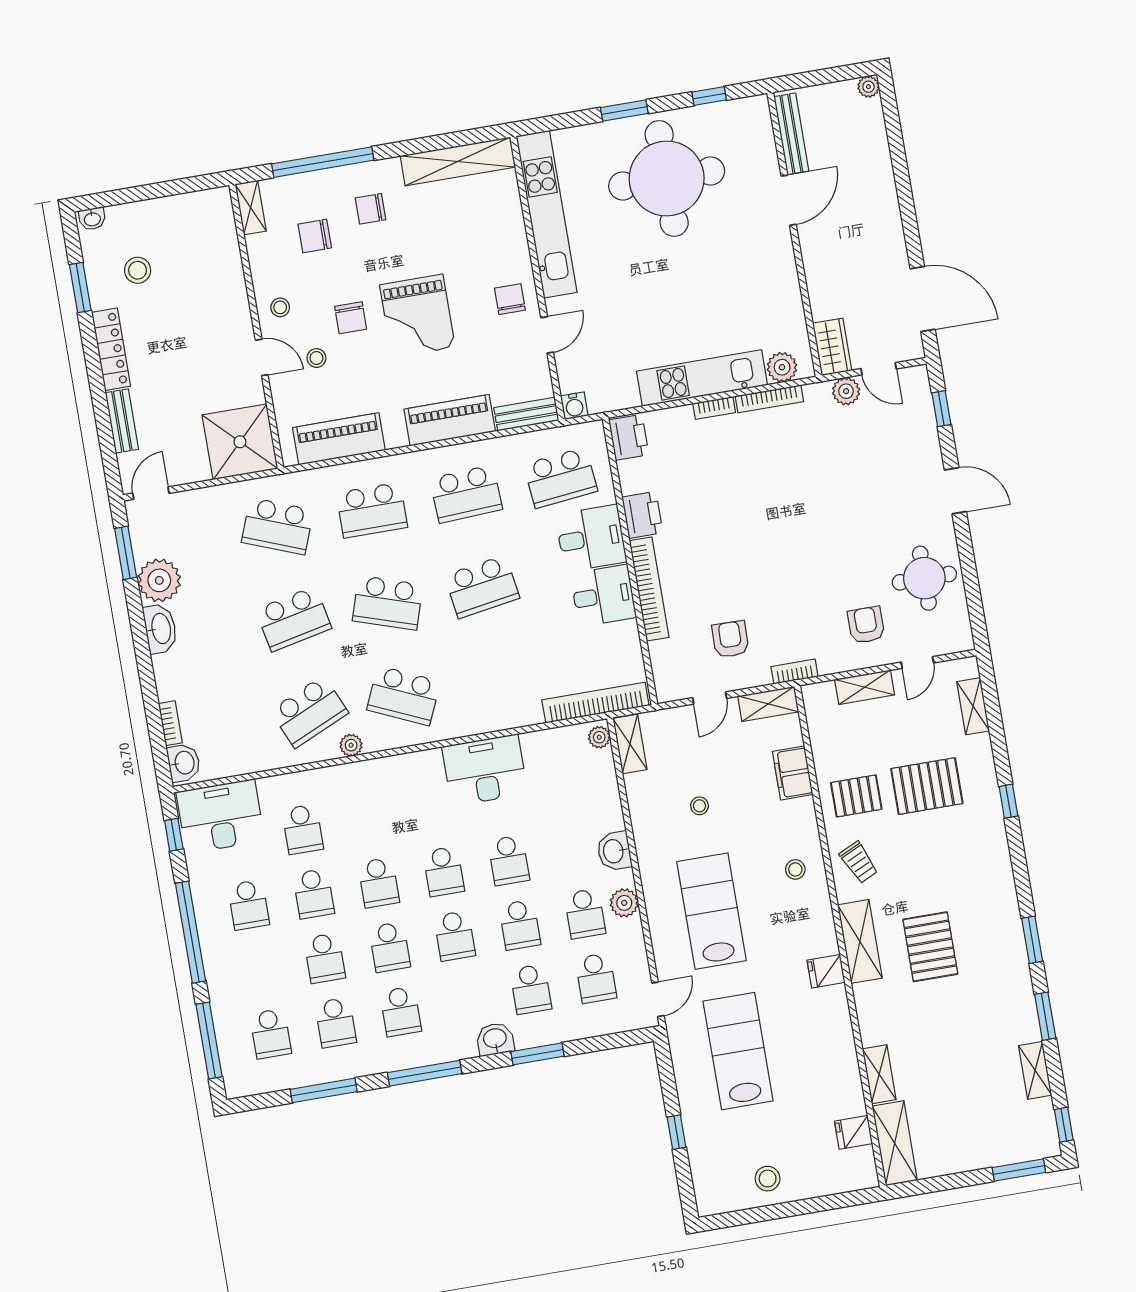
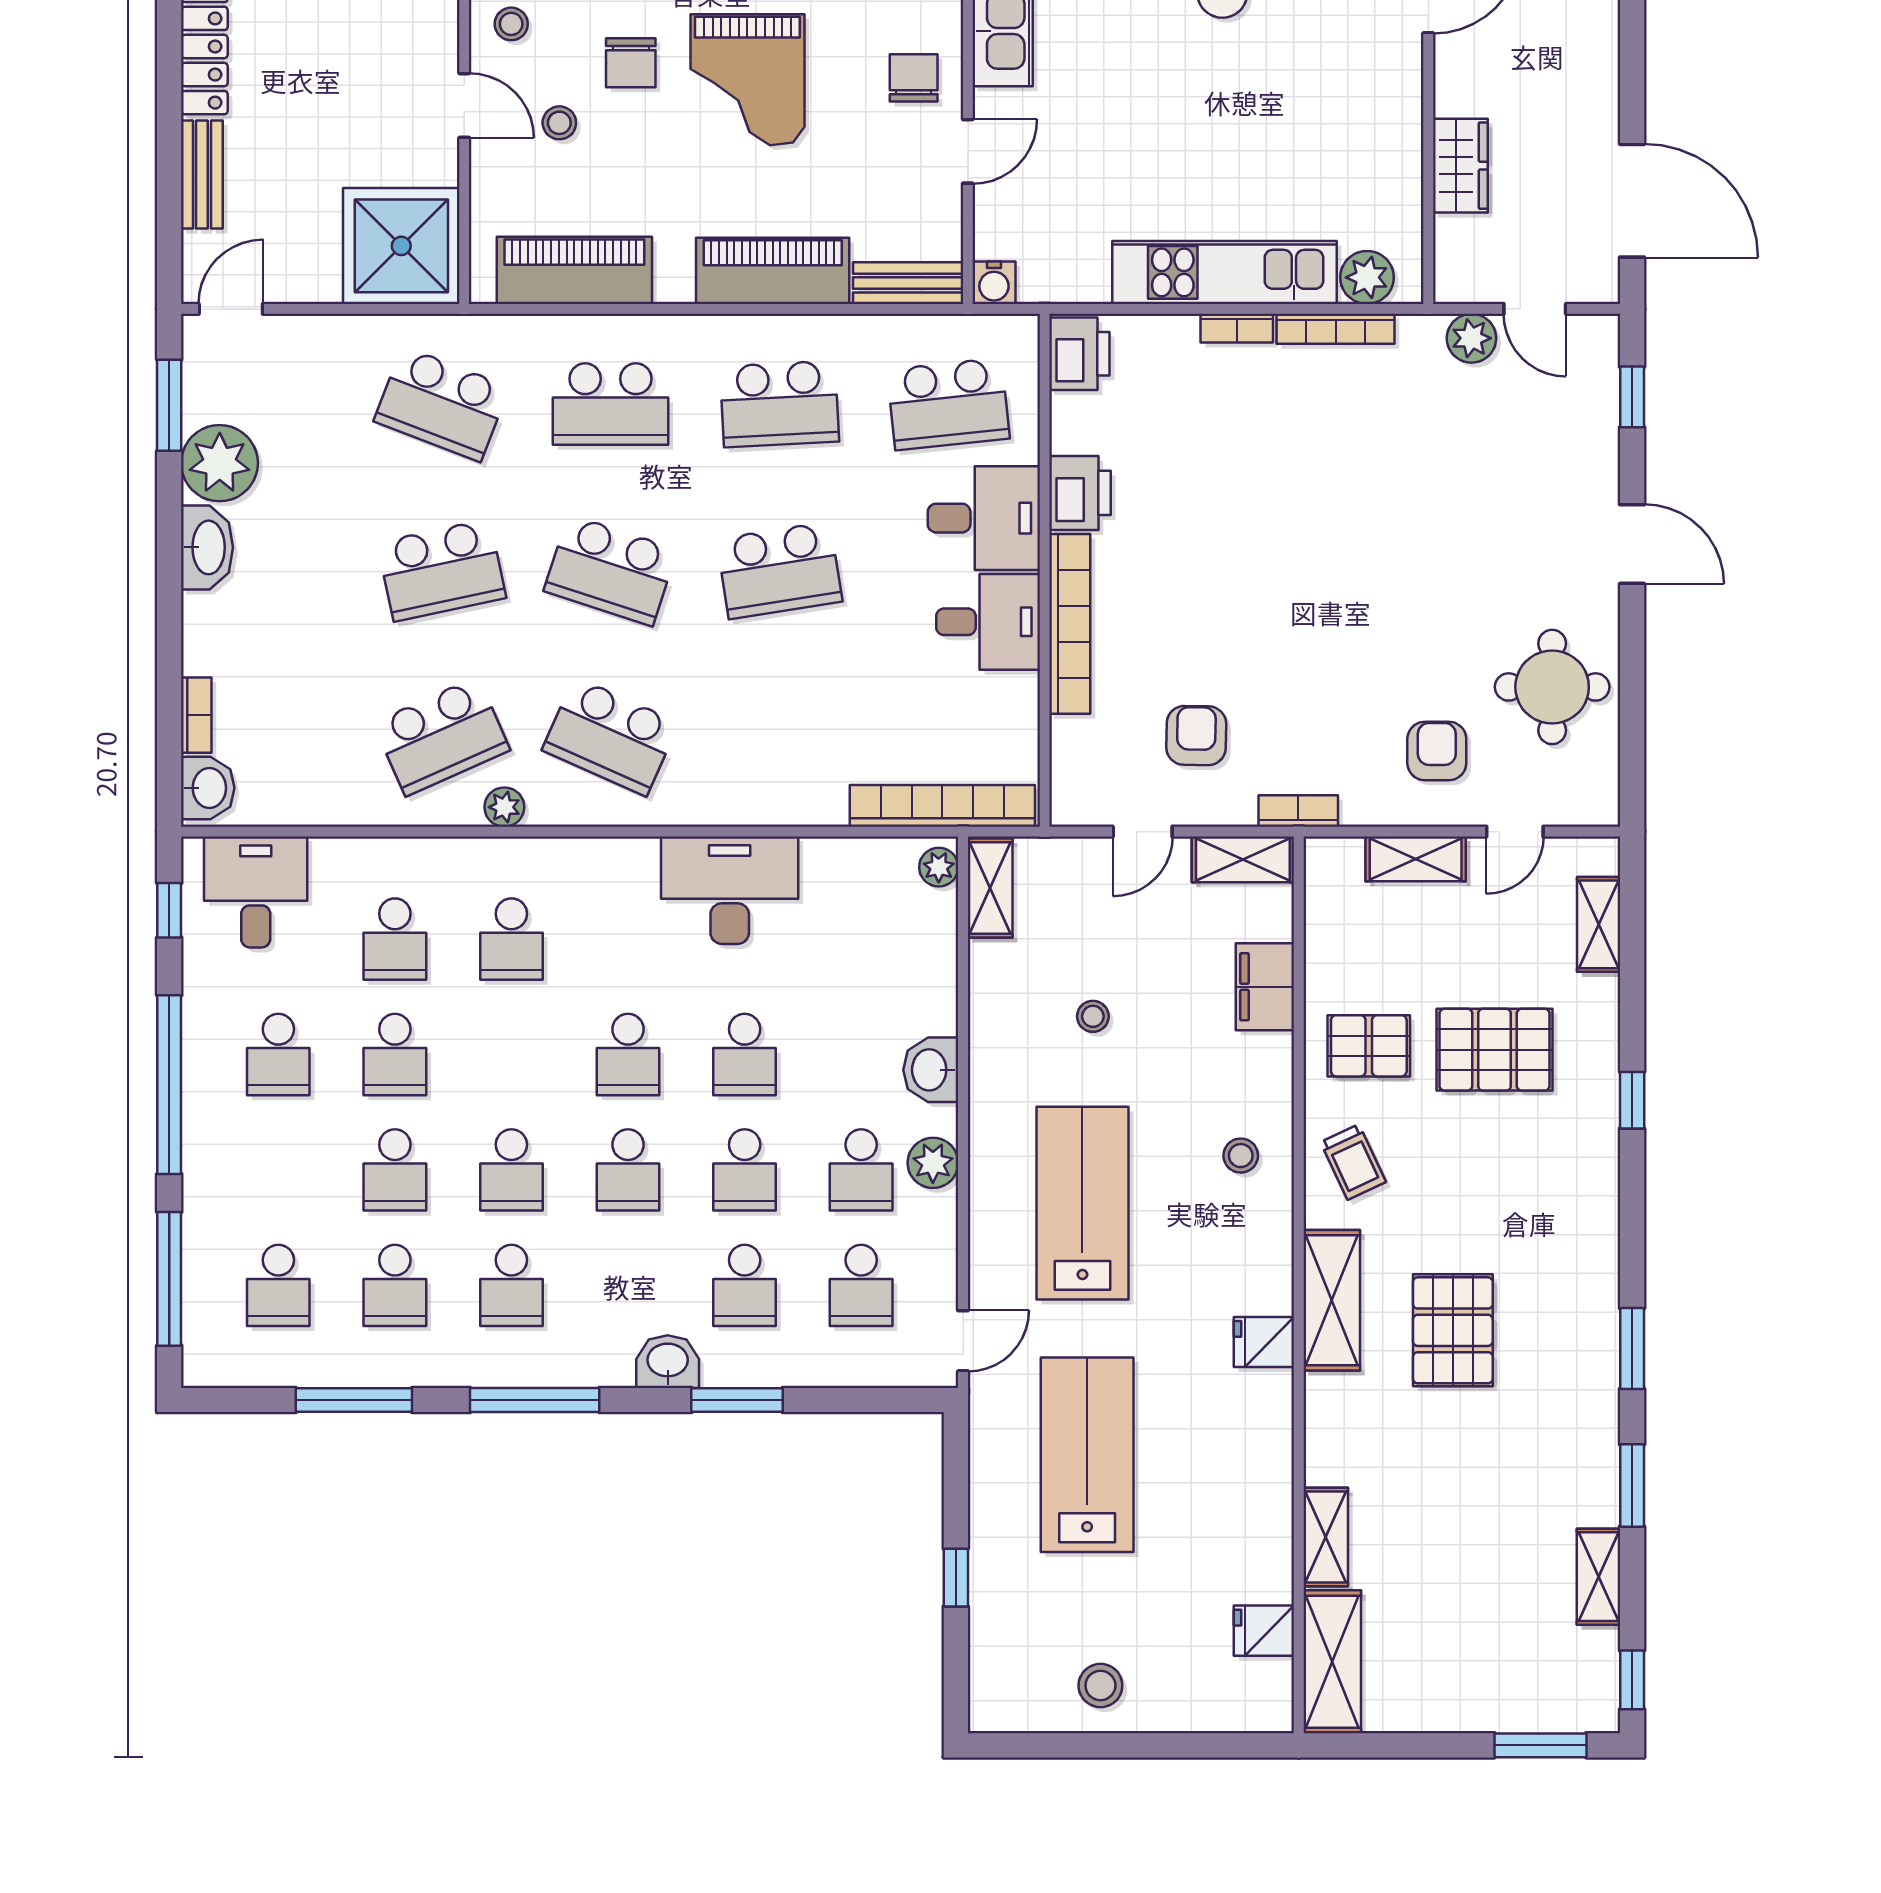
wardrobe: (832, 347) -> (1460, 166), moved
desk: (220, 816) -> (256, 892), width x0.73
school desk: (379, 883) -> (511, 939), moved

